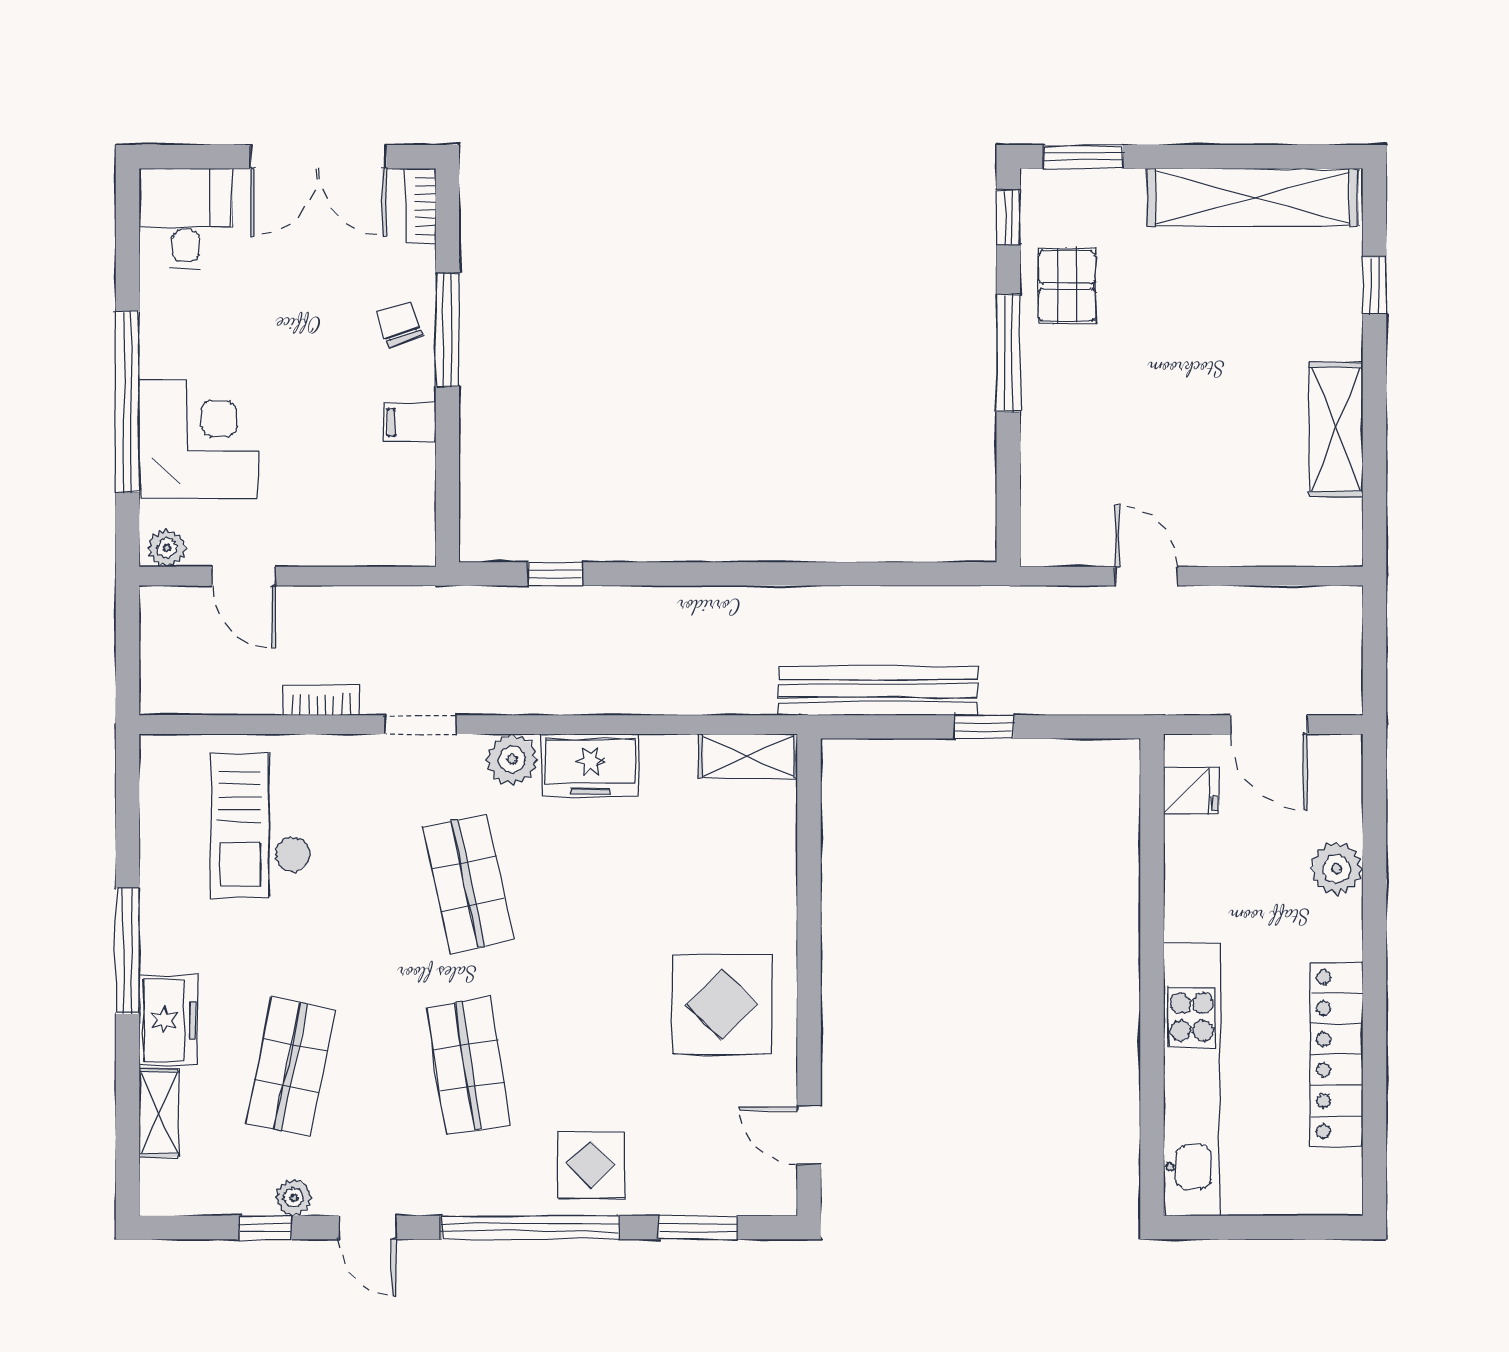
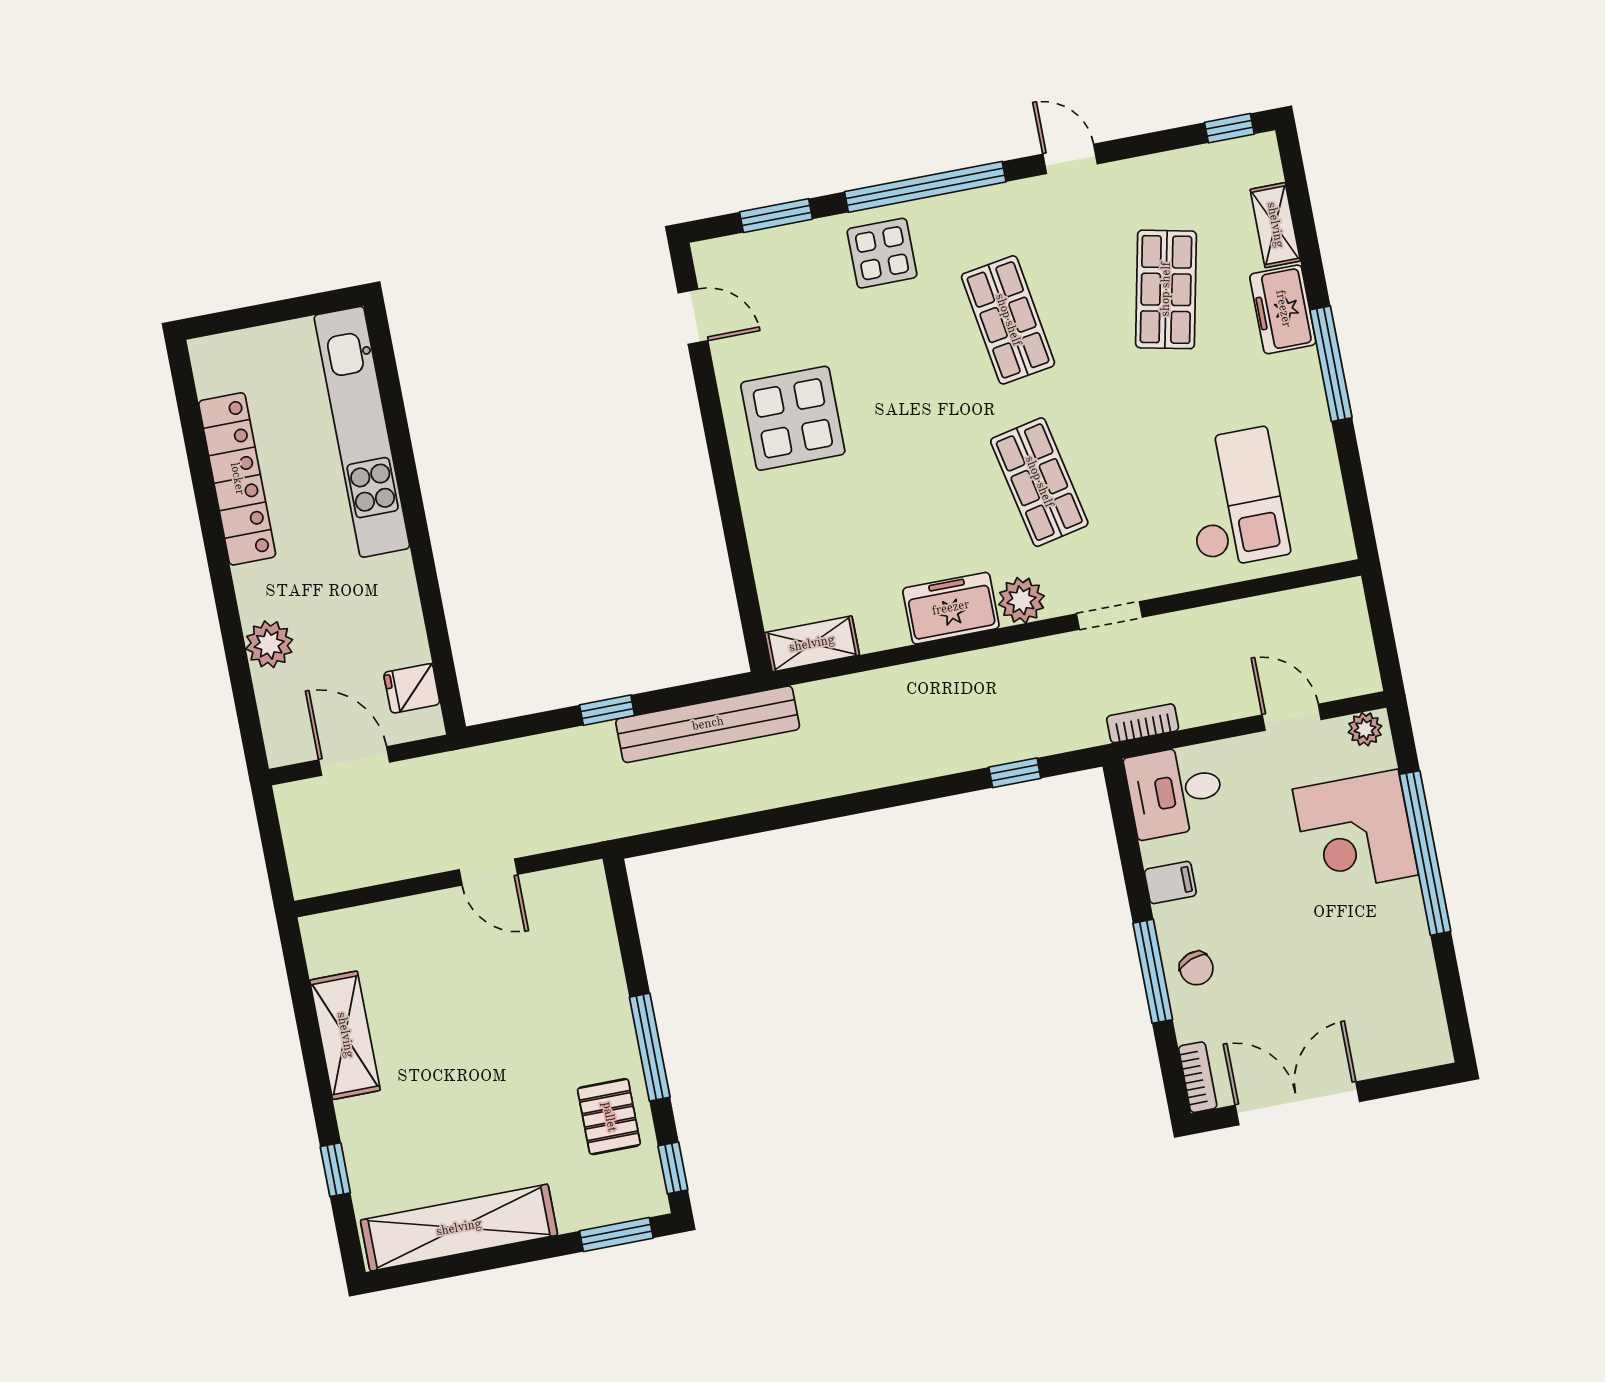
desk: (186, 218) -> (1175, 791), moved, turned 90
bookcase: (321, 700) -> (1143, 723), moved, turned 180
plant: (294, 1198) -> (1141, 173), removed
window: (265, 1227) -> (1229, 128), moved

